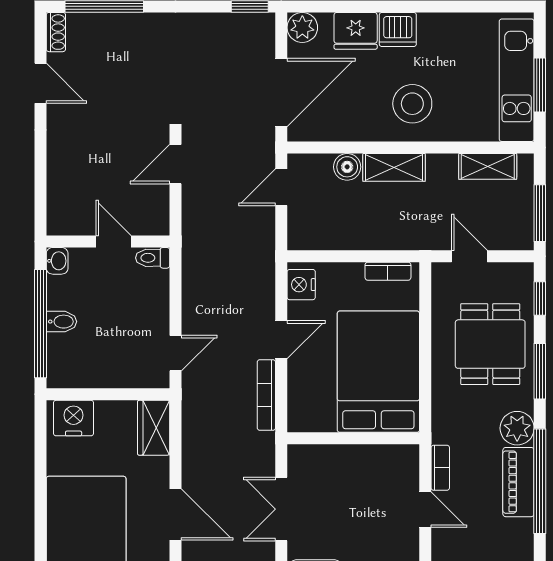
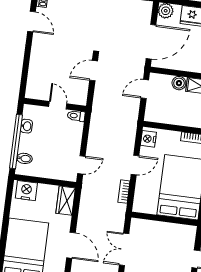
washbasin: (57, 261) -> (26, 126), moved
bidet: (62, 322) -> (24, 158), moved
bookcase: (266, 395) -> (124, 192), width x0.64

